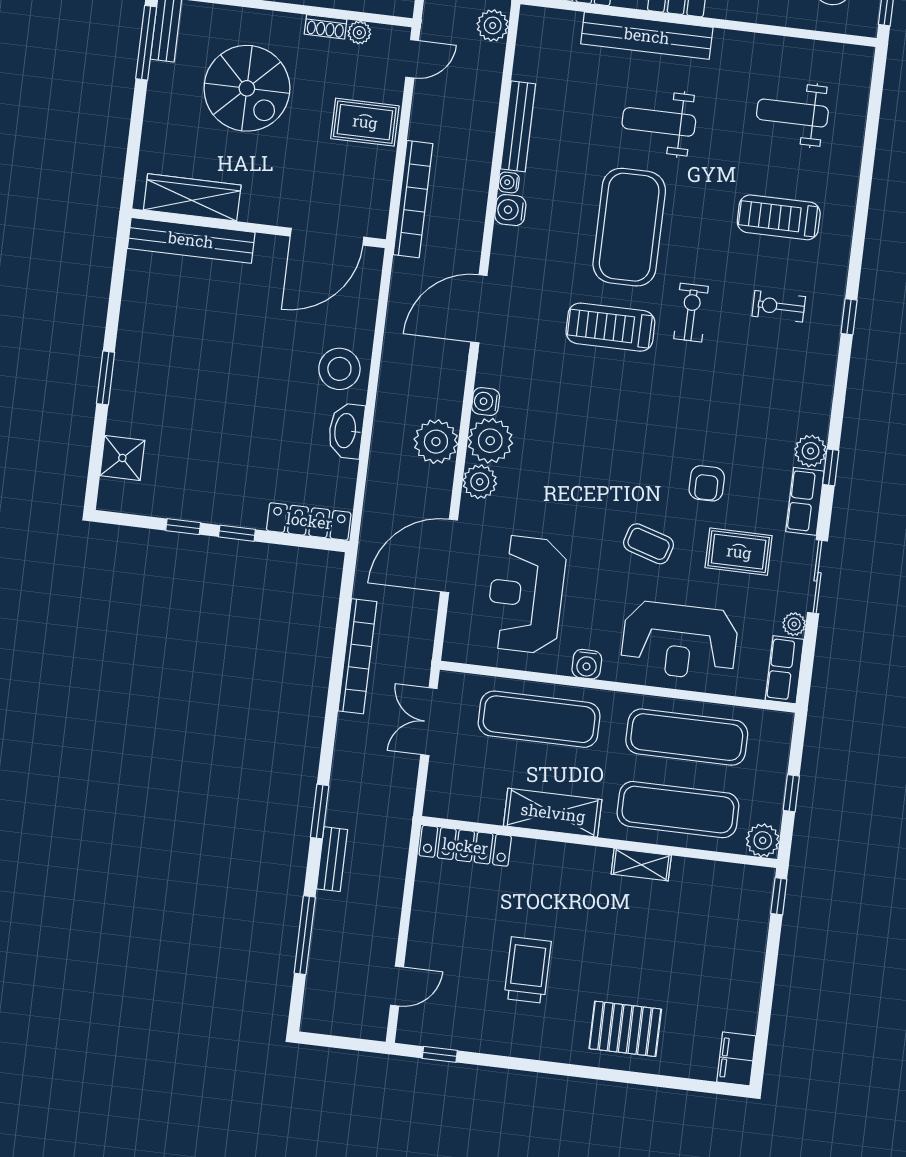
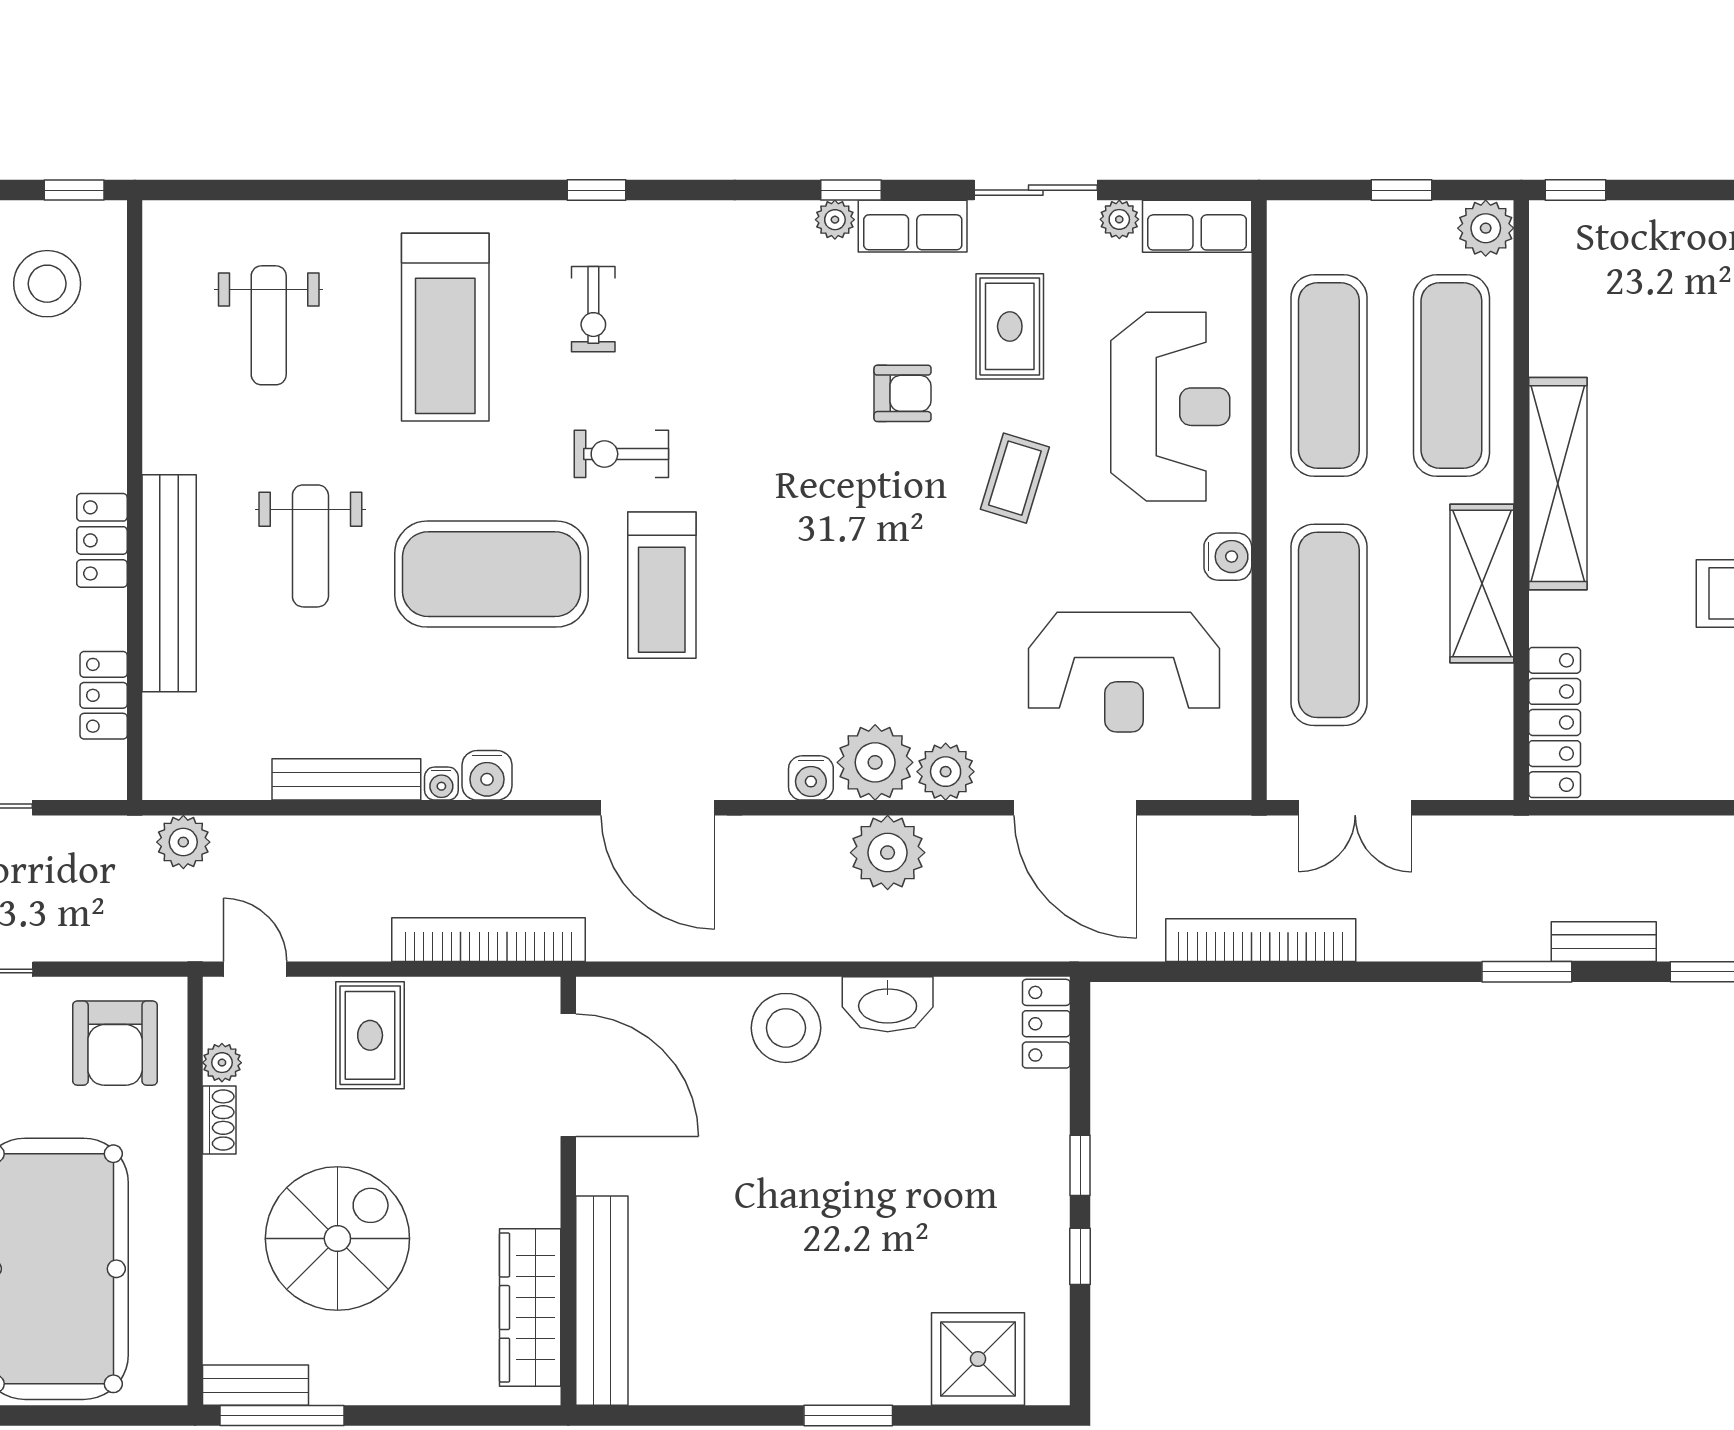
treadmill: (779, 217) -> (445, 327), width x1.37, depth x1.38
plant: (811, 451) -> (835, 220), width x0.73, depth x0.73
shower: (122, 458) -> (978, 1359), width x1.36, depth x1.36
locker: (309, 521) -> (1046, 1024), width x0.66
shelving: (641, 865) -> (1558, 484), width x2.20, depth x1.33

